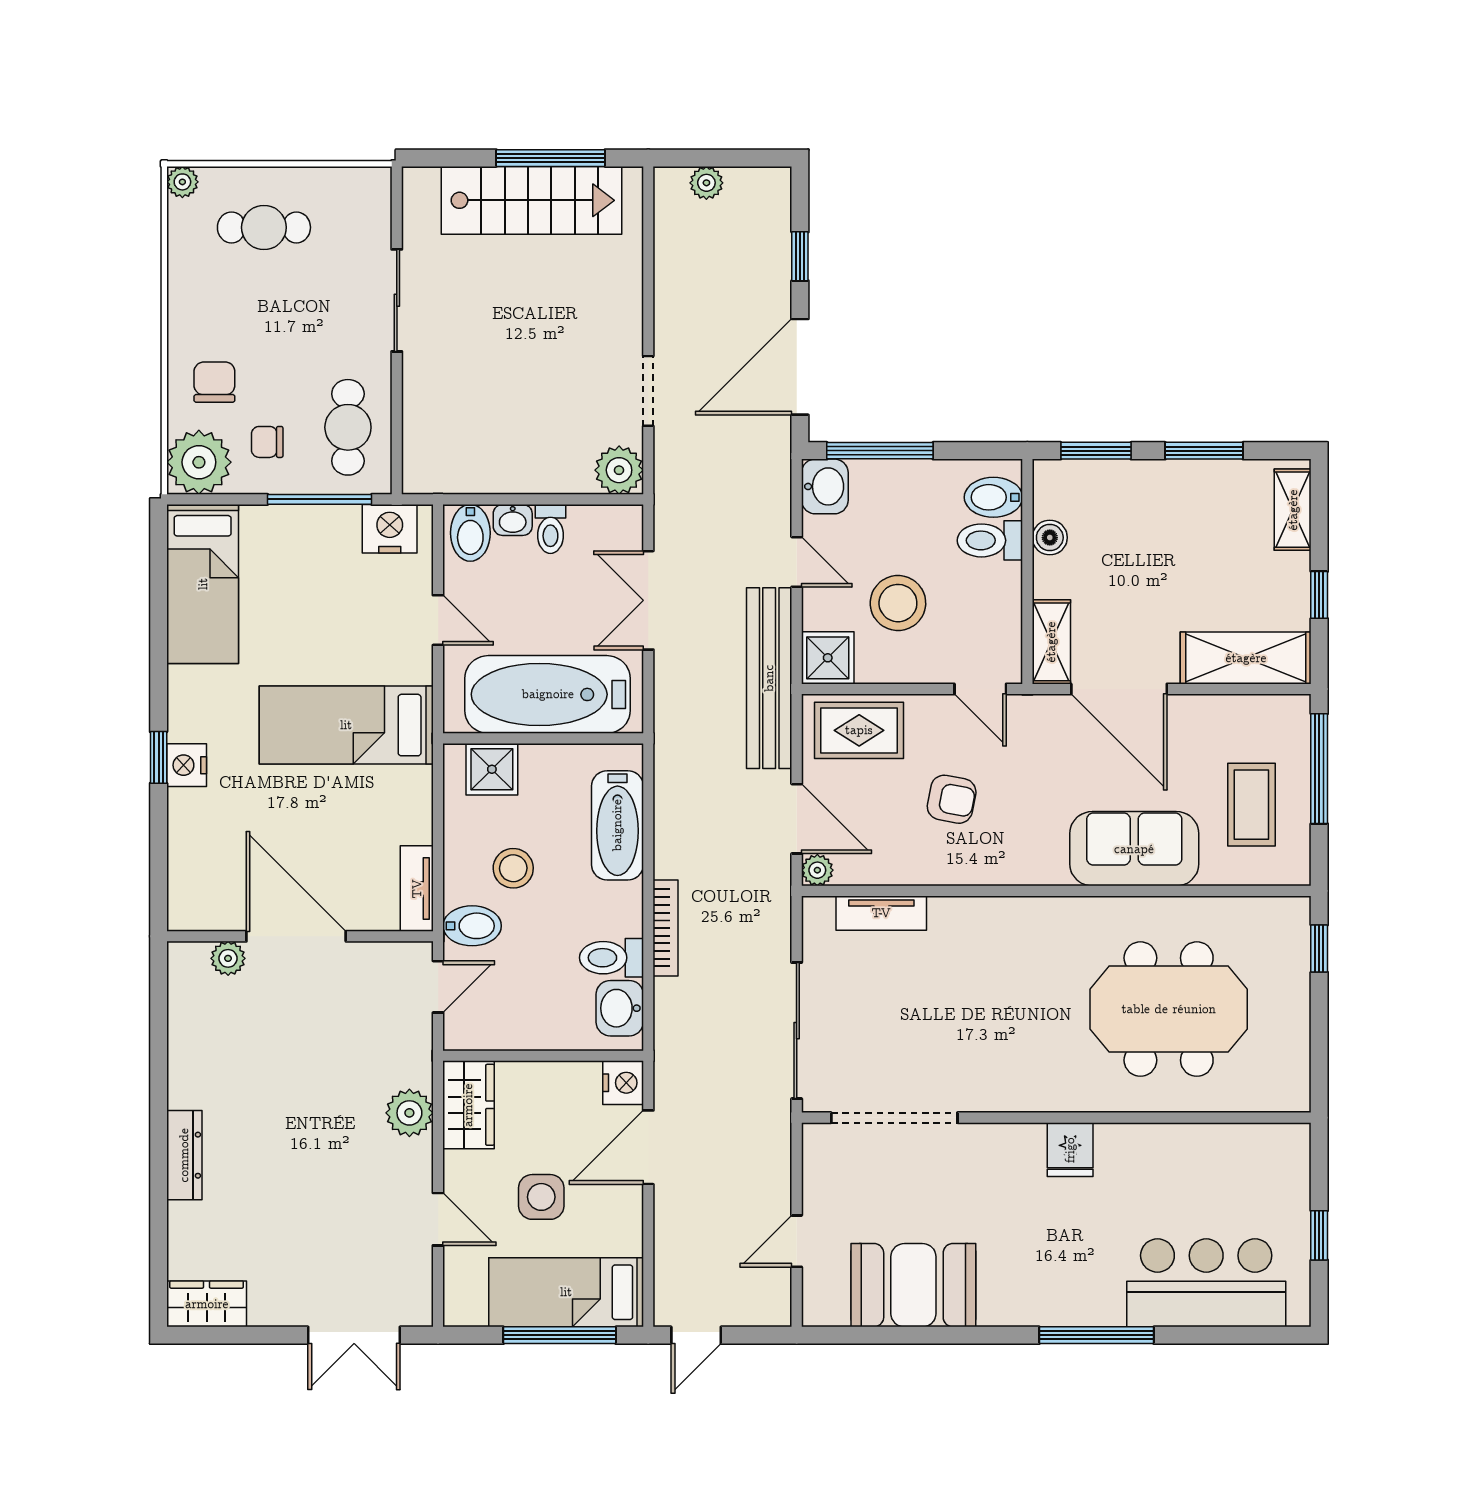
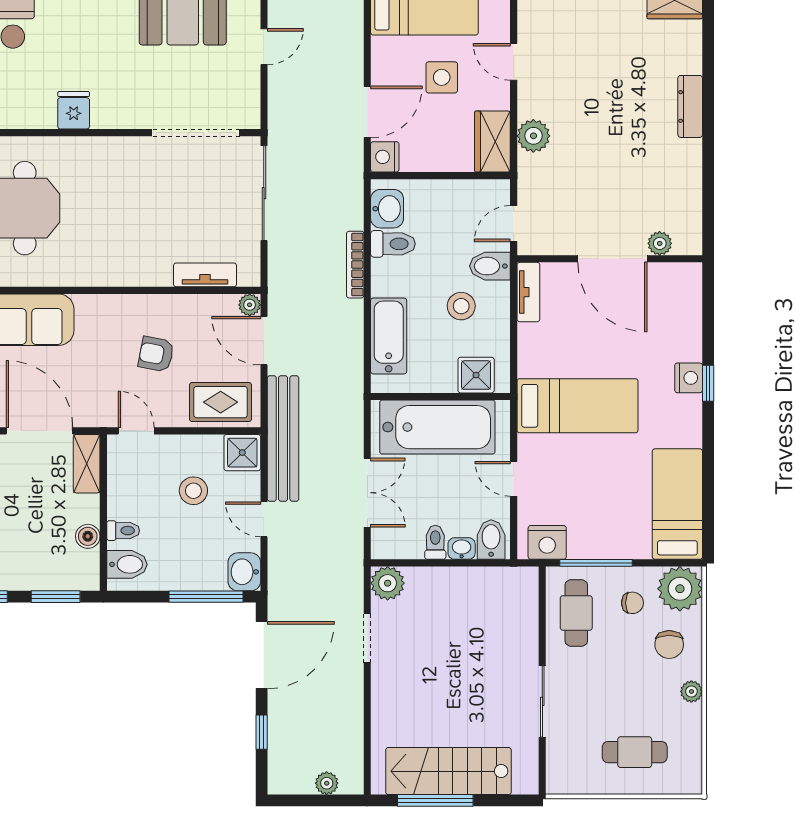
plant: (182, 182) -> (691, 691), moved
toilet: (990, 540) -> (123, 531), width x0.73, depth x0.72
stool: (898, 603) -> (193, 491), width x0.73, depth x0.73

